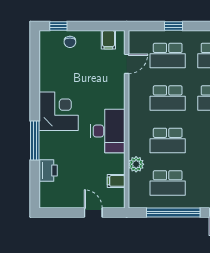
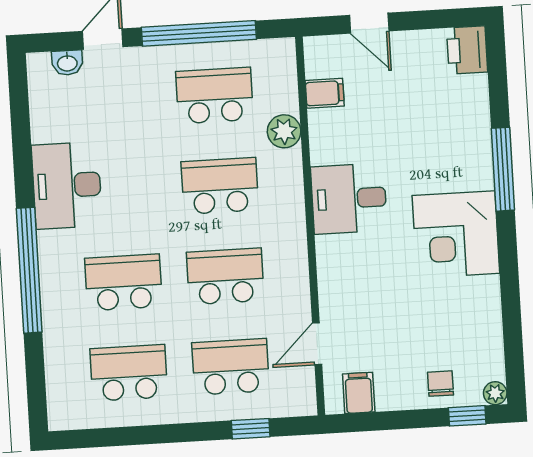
window: (174, 26) -> (251, 429), moved
plant: (45, 36) -> (495, 393), added
desk: (108, 131) -> (349, 198), width x0.73
printer: (48, 170) -> (467, 50), moved

